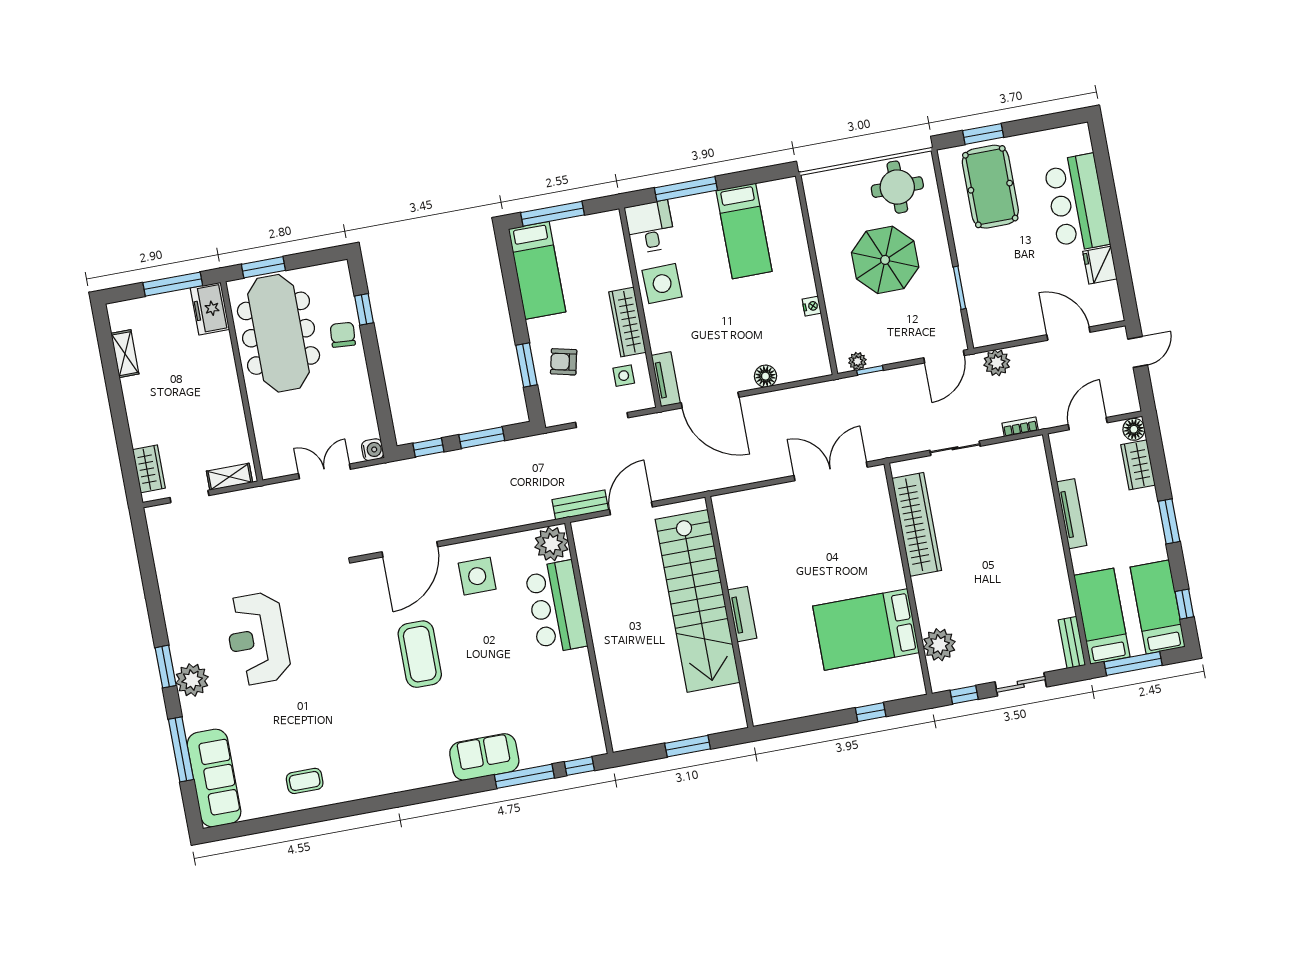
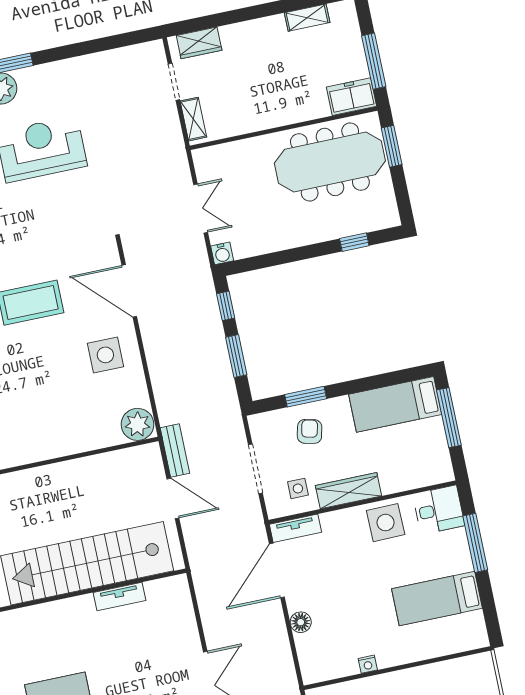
chair: (343, 335) -> (330, 223), removed
bar counter: (556, 607) -> (78, 430), removed
tv unit: (742, 614) -> (120, 597), moved

